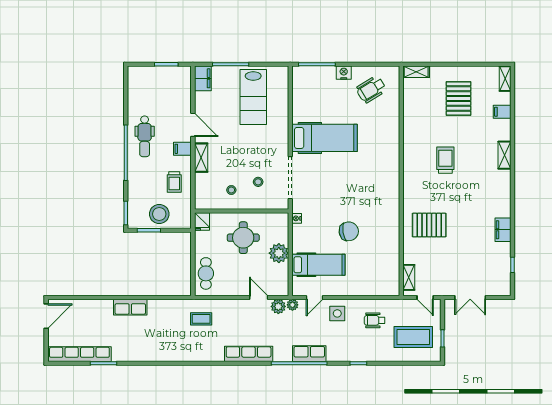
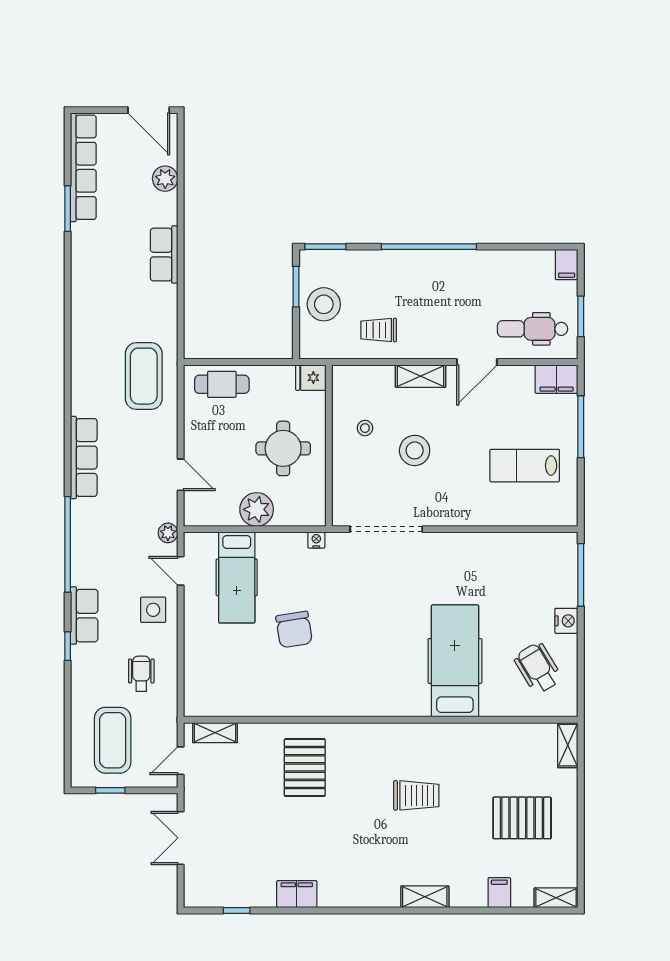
lab bench: (253, 97) -> (525, 466), width x0.73, depth x0.72
dental chair: (145, 136) -> (533, 329), moved
hospital bed: (325, 138) -> (455, 661), moved, turned 180
filing cabinet: (182, 149) -> (567, 265), moved, turned 180
stool: (258, 182) -> (415, 450), moved, width x1.89, depth x1.89
door: (259, 297) -> (181, 475), hinge flipped
plant: (278, 306) -> (165, 179), moved
coffee table: (201, 319) -> (144, 376), width x1.86, depth x1.72
row of seats: (309, 354) -> (84, 616), moved

